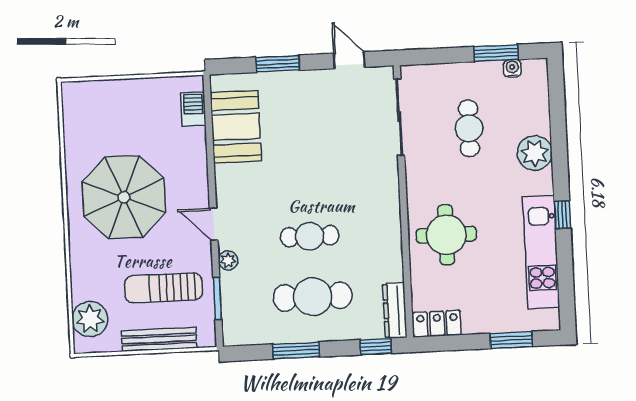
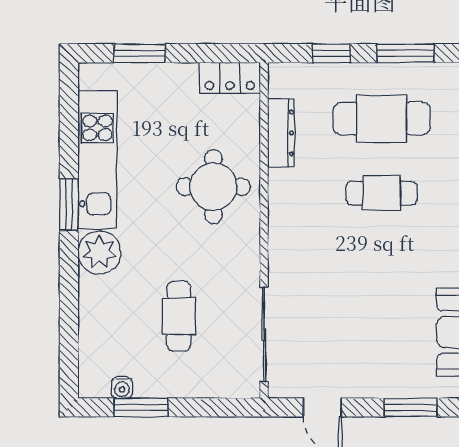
plant: (535, 153) -> (99, 253), moved
window: (562, 215) -> (69, 204), width x1.50
dresser: (395, 311) -> (281, 133), moved
window: (376, 347) -> (331, 53), moved

